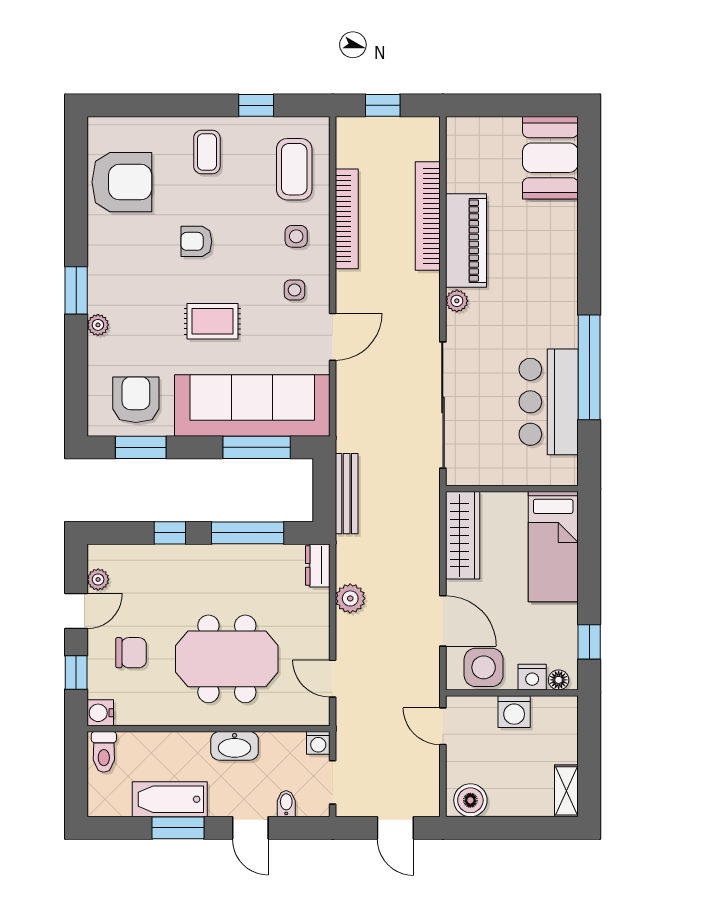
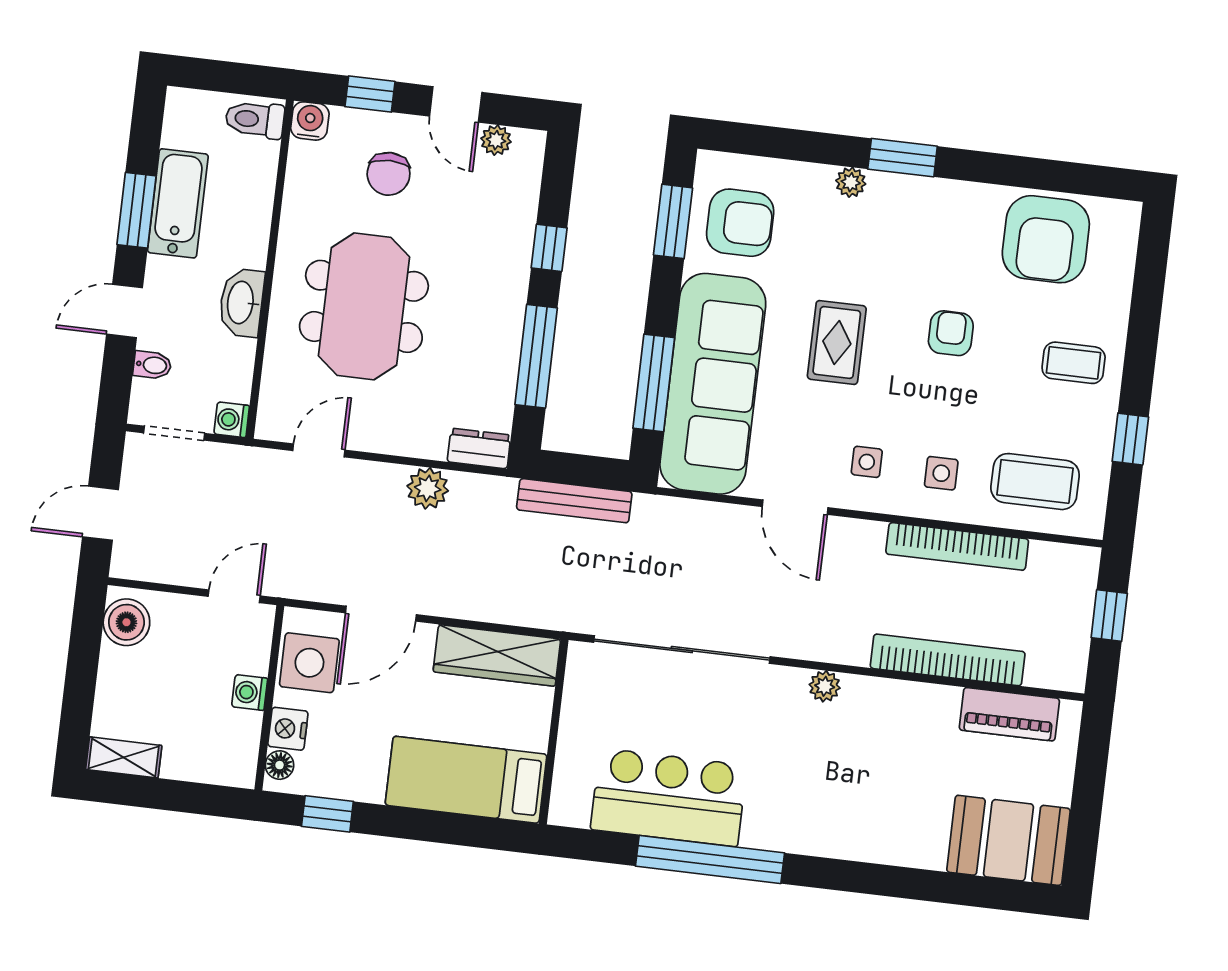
piano: (466, 241) -> (1009, 714), moved, width x0.73, depth x0.75
washing machine: (514, 712) -> (250, 692), width x0.73, depth x0.73

